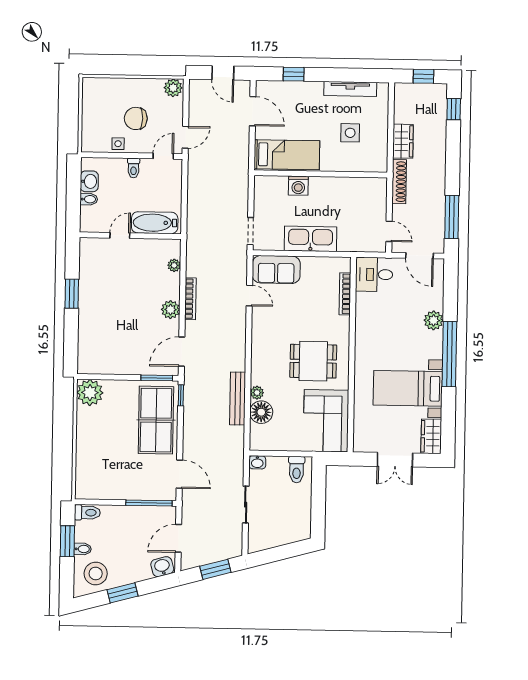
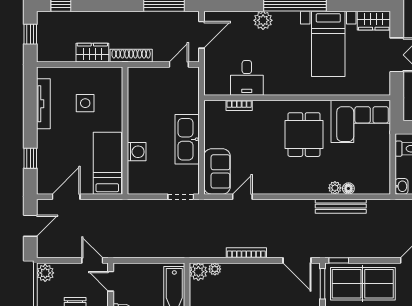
desk: (374, 274) -> (247, 78), moved
bookcase: (345, 294) -> (239, 105), width x0.64
plant: (171, 310) -> (198, 272), moved
floor lamp: (261, 412) -> (348, 188), width x0.53, depth x0.53

